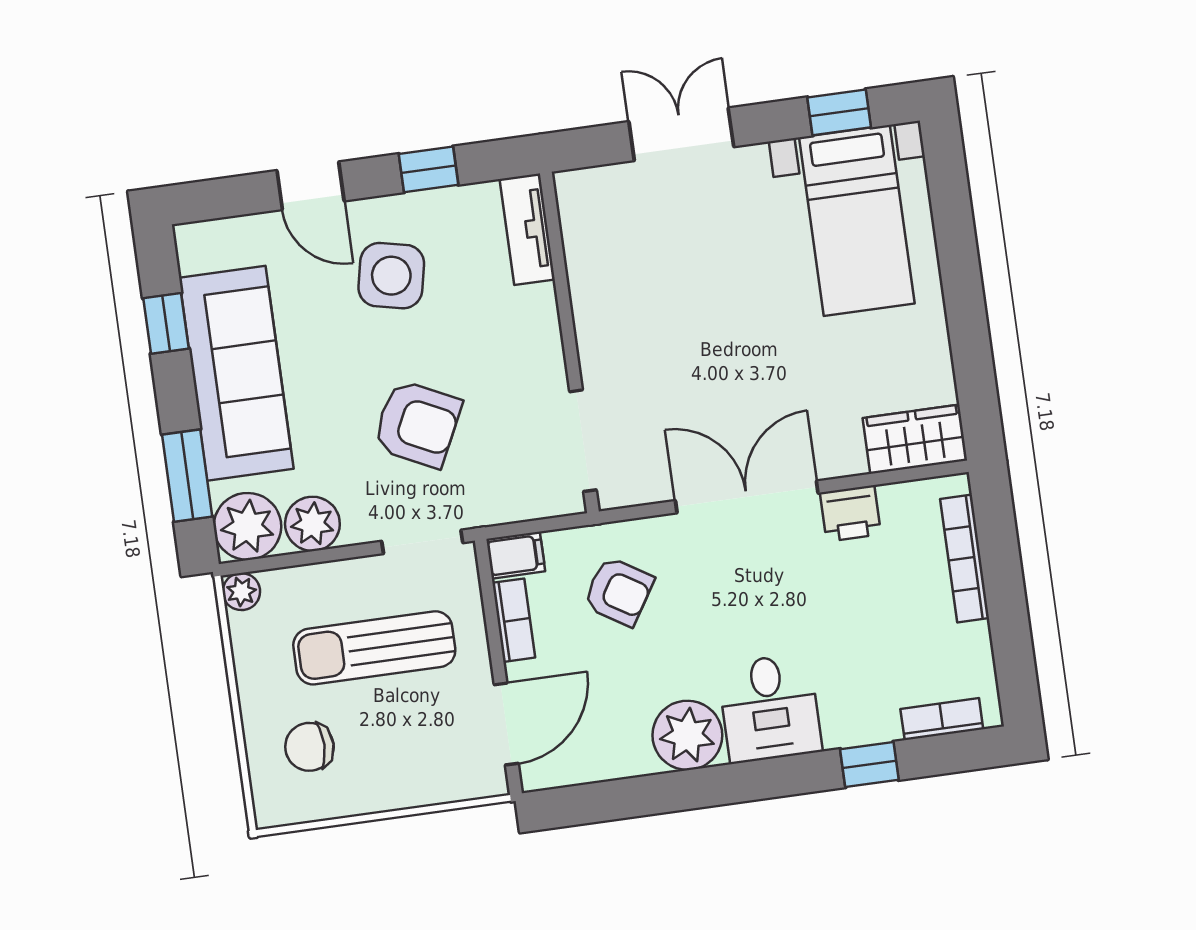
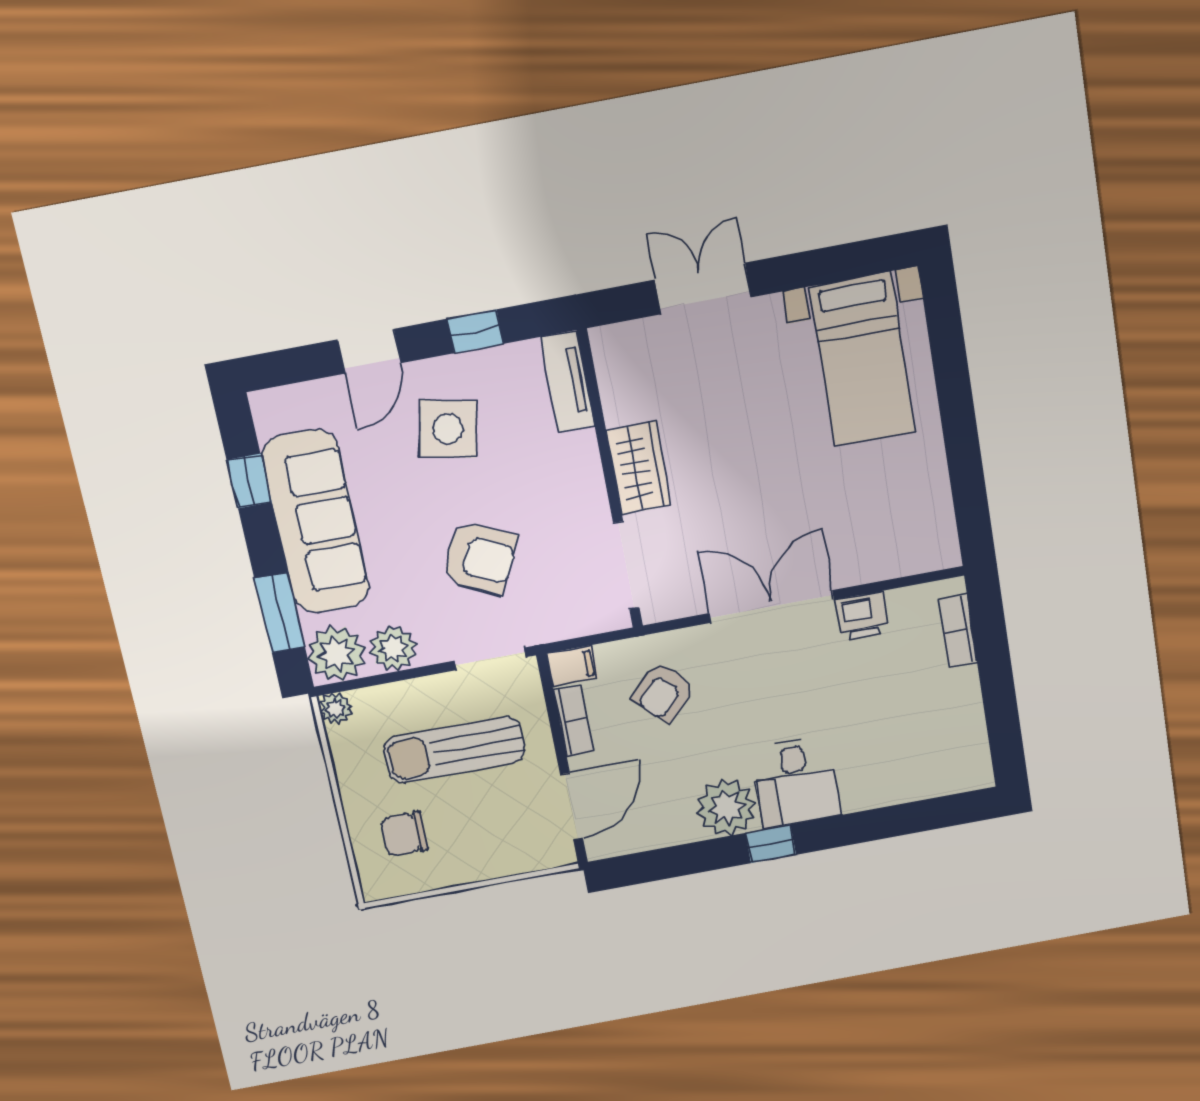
window: (839, 112) -> (845, 262), removed
door: (310, 186) -> (369, 351), hinge flipped
wardrobe: (915, 439) -> (639, 468), moved, turned 90
bookcase: (965, 559) -> (958, 631), width x0.64
armchair: (619, 591) -> (663, 692), turned 102
bookcase: (942, 719) -> (943, 783), removed
window: (869, 764) -> (771, 844), moved

